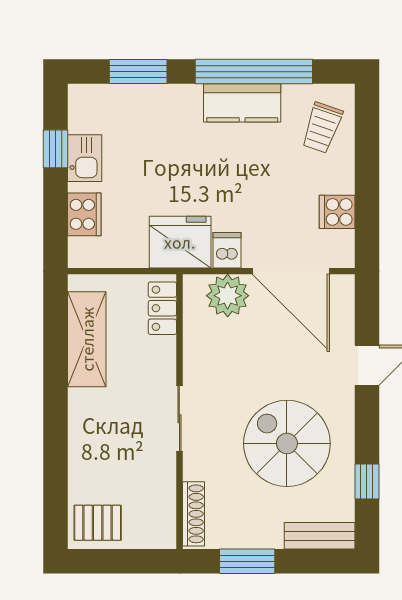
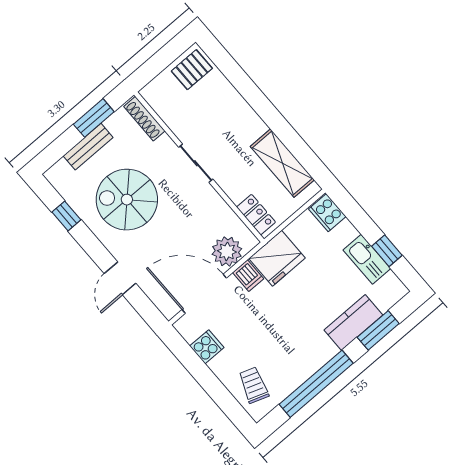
kitchen counter: (242, 103) -> (353, 322), moved
kitchen sink: (85, 158) -> (367, 259), width x1.38
cooker: (84, 214) -> (327, 213), moved
spiral stairs: (287, 443) -> (127, 200), turned 180
bench: (320, 536) -> (88, 147), moved

